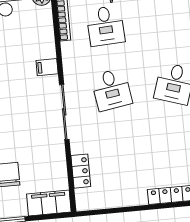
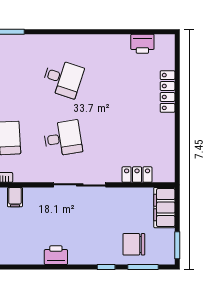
filing cabinet: (47, 67) -> (15, 197), moved

